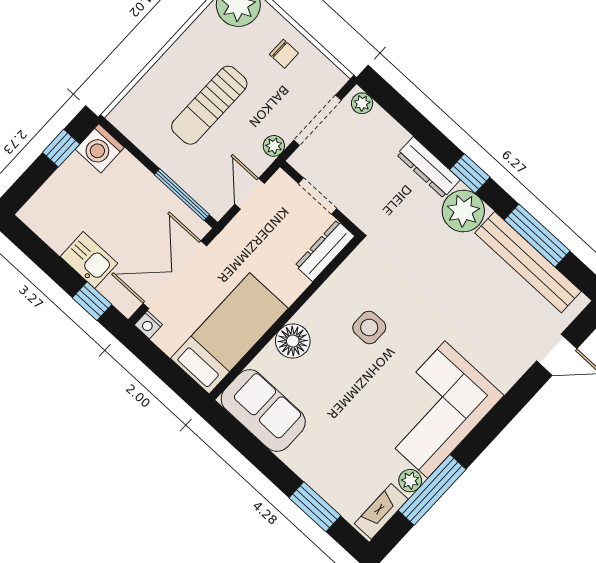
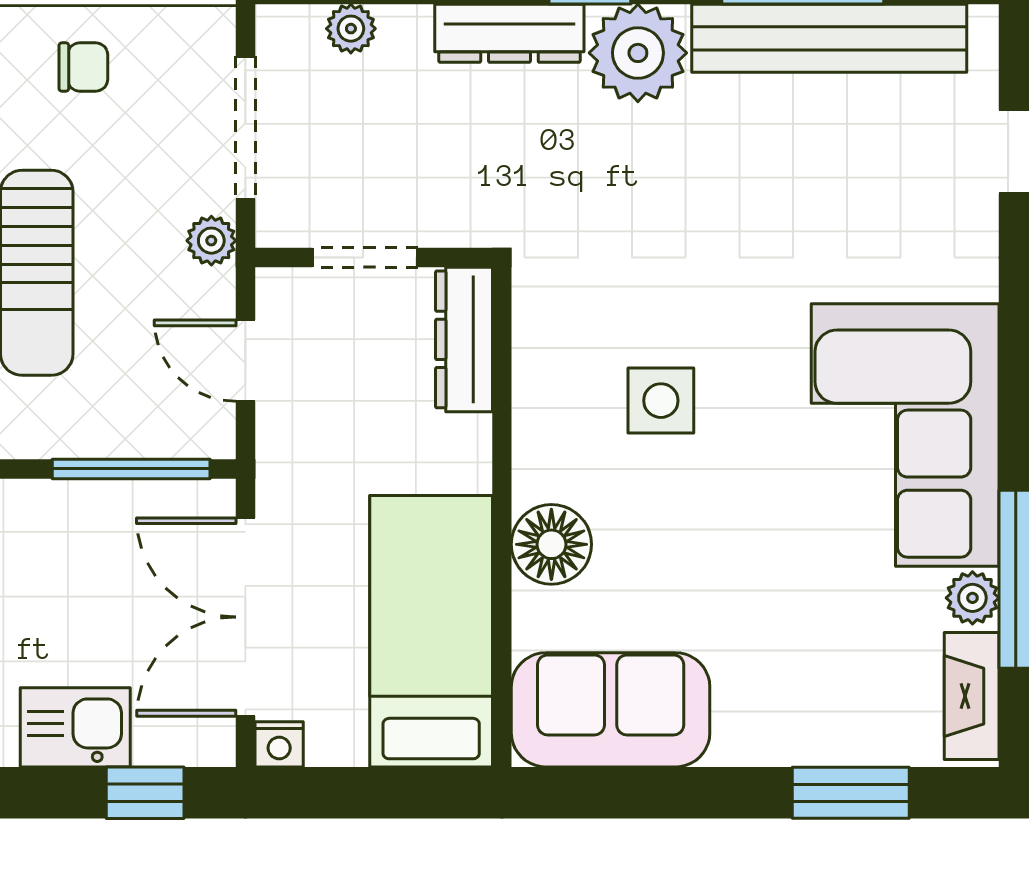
plant: (362, 103) -> (351, 29), moved

